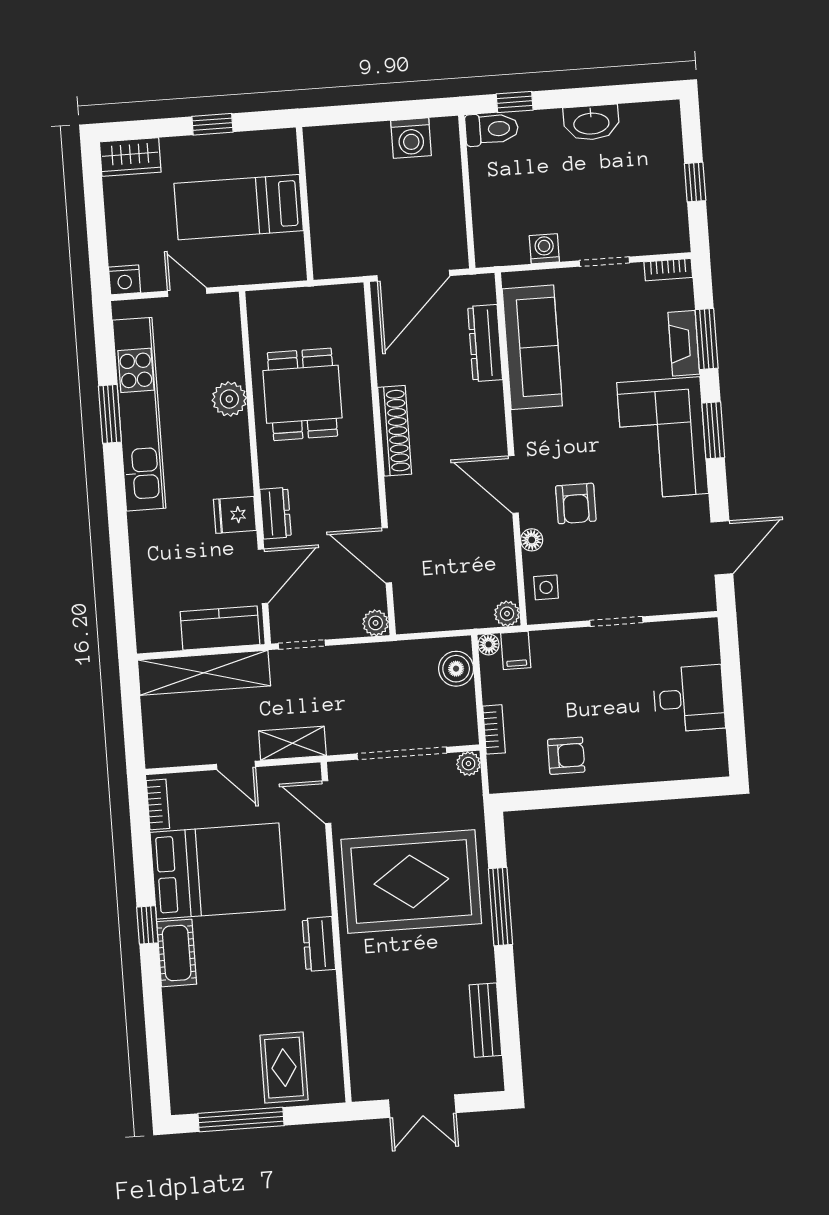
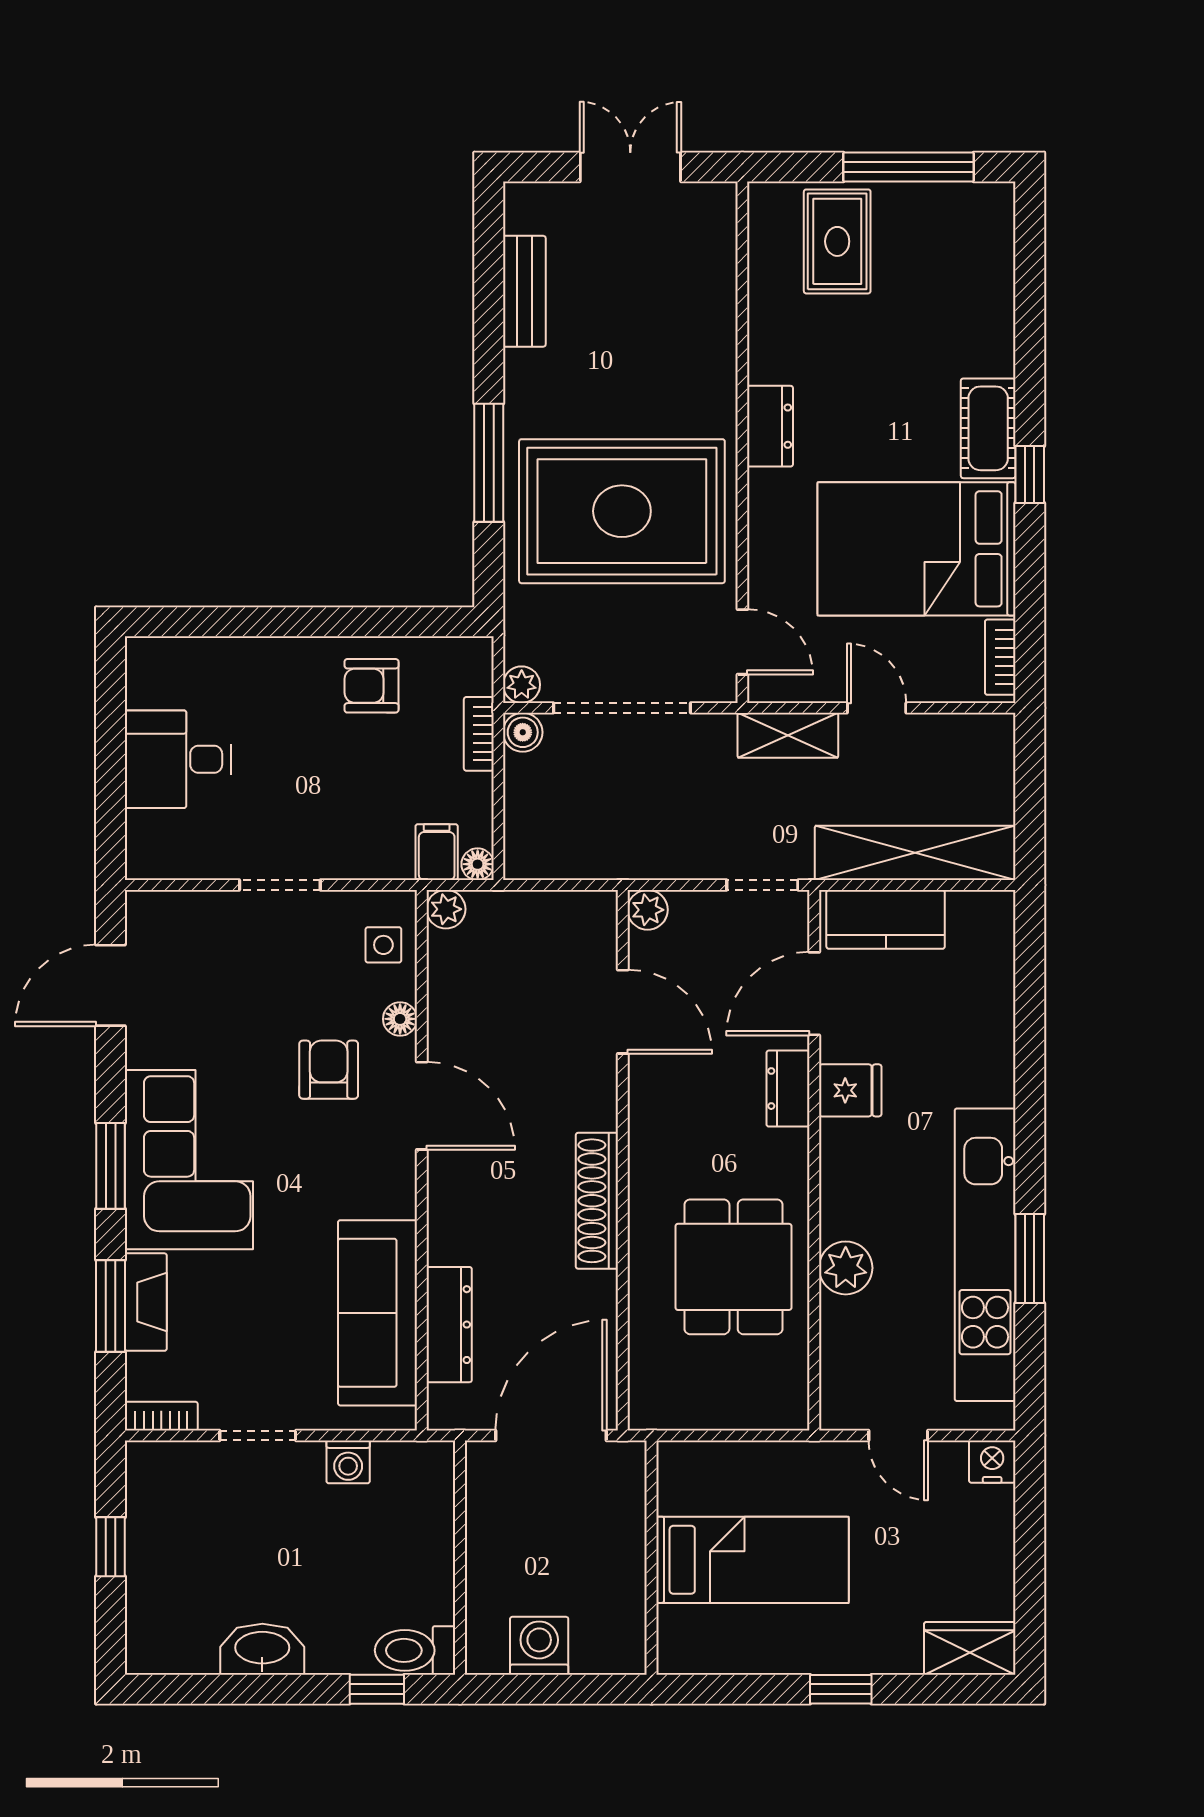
wall: (305, 204) -> (651, 1558), moved
bed: (239, 207) -> (752, 1560), moved
boiler: (456, 669) -> (523, 732), moved, width x0.73, depth x0.73

